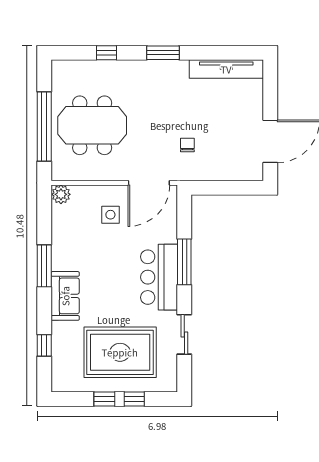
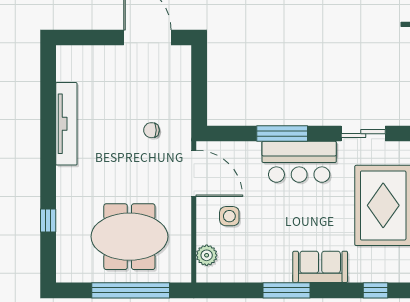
window: (163, 53) -> (48, 157), removed
tv unit: (226, 69) -> (66, 124), moved
meeting table: (92, 125) -> (129, 237), turned 90
plant: (61, 194) -> (207, 255), moved

